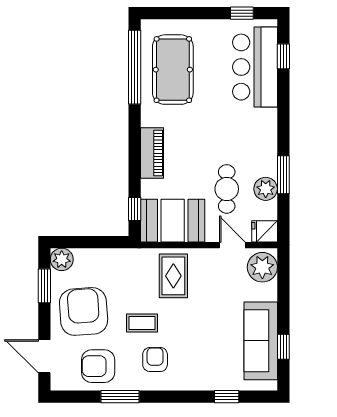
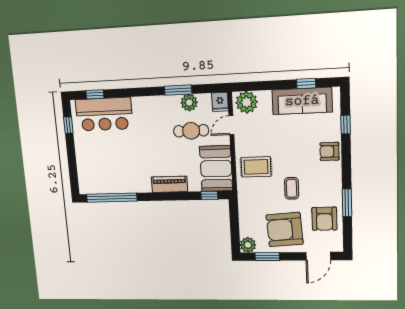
pool table: (173, 70) -> (111, 172), removed
armchair: (155, 359) -> (330, 151), moved

